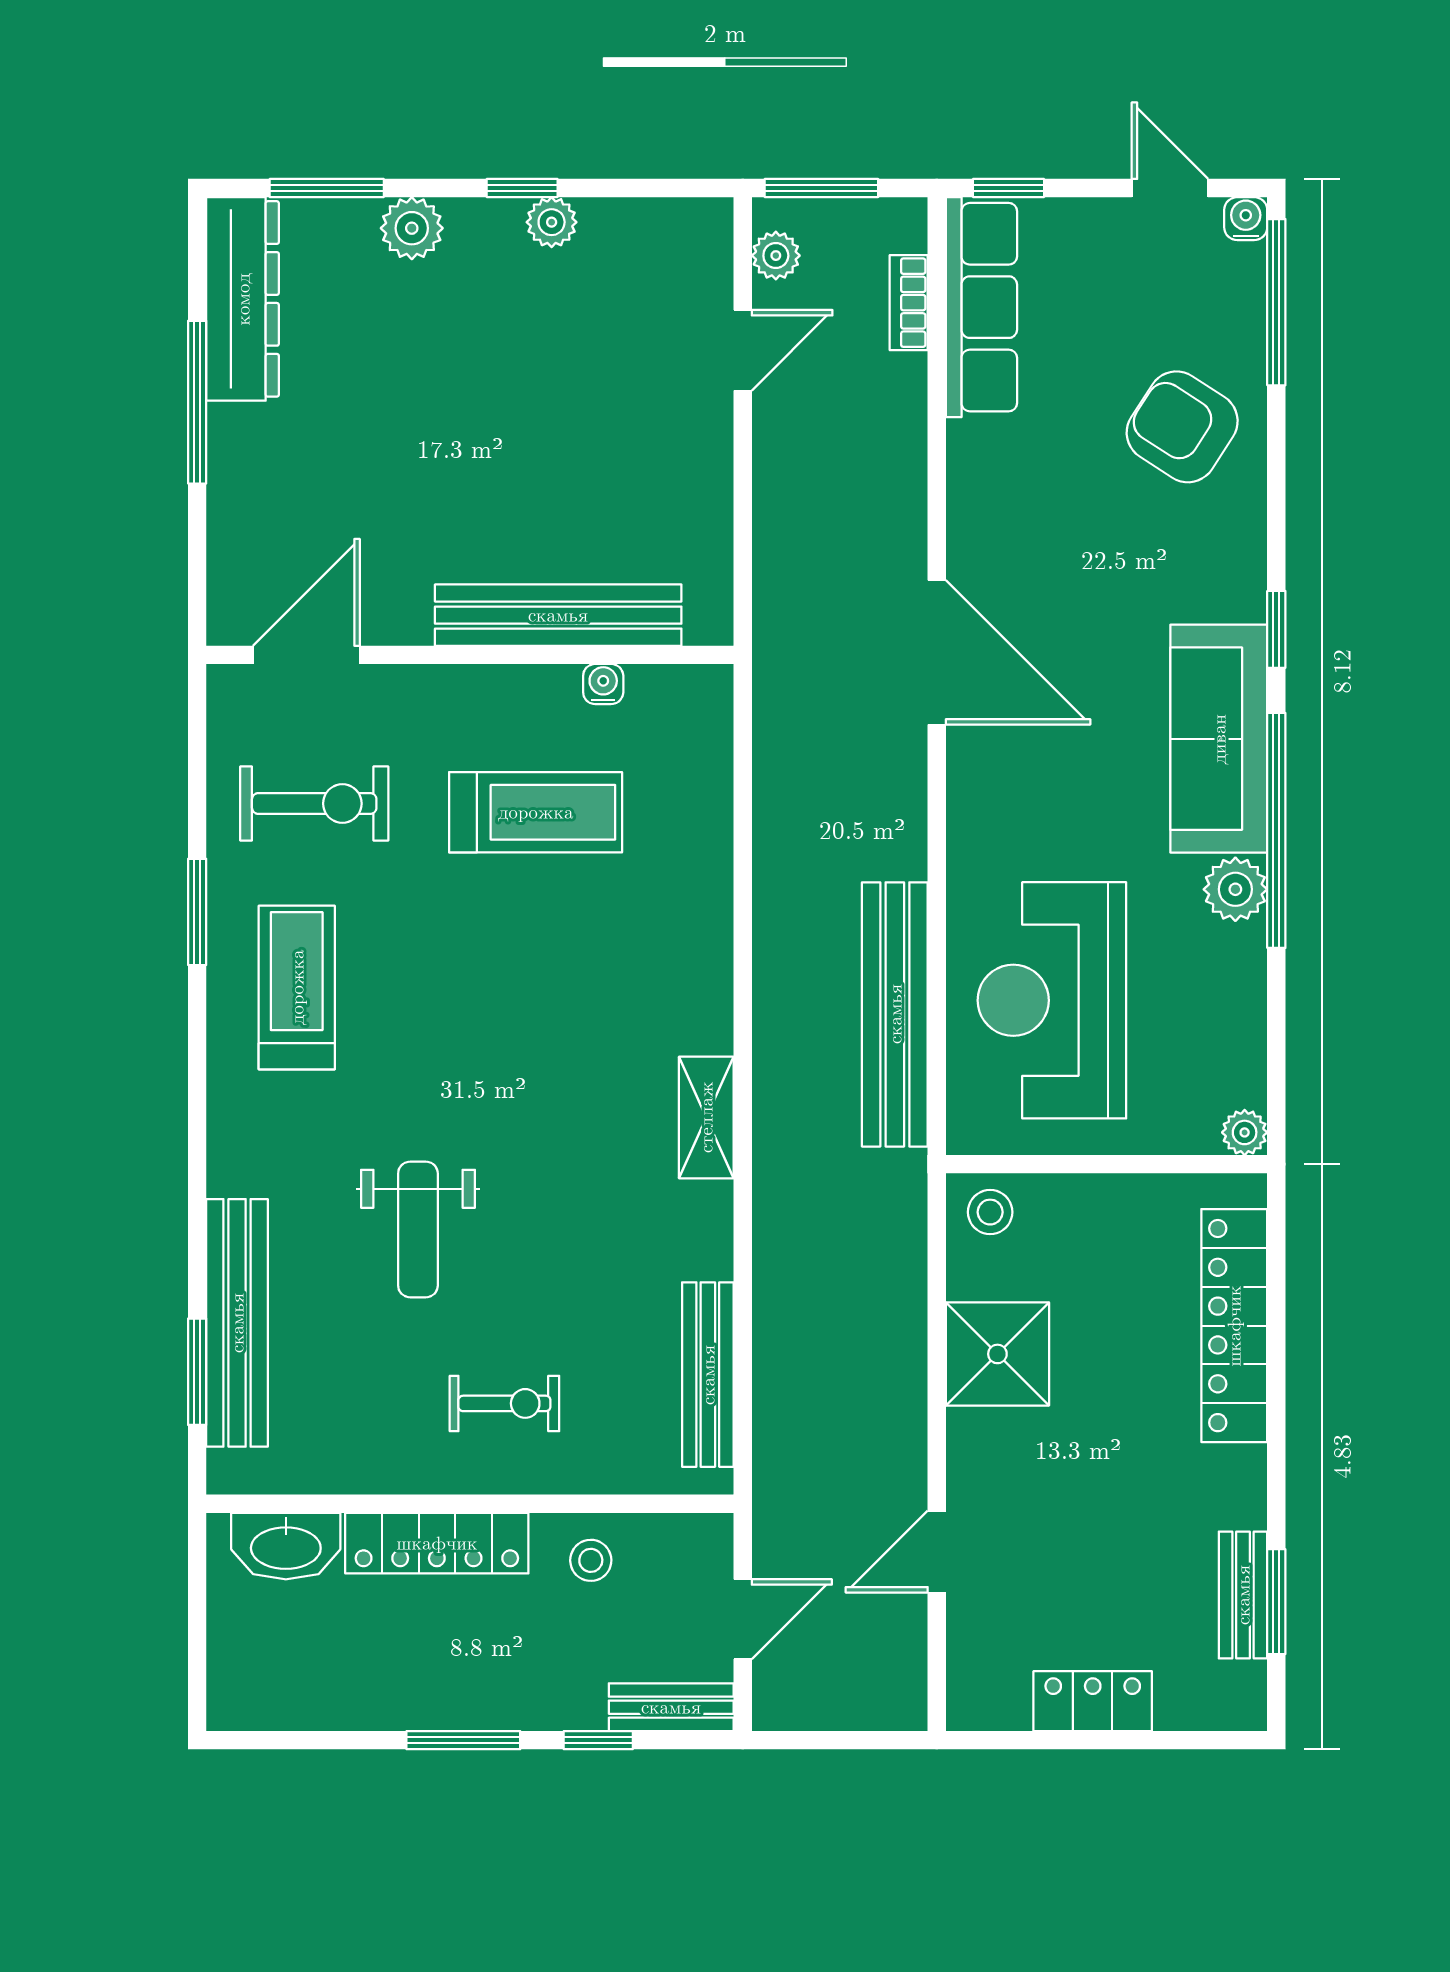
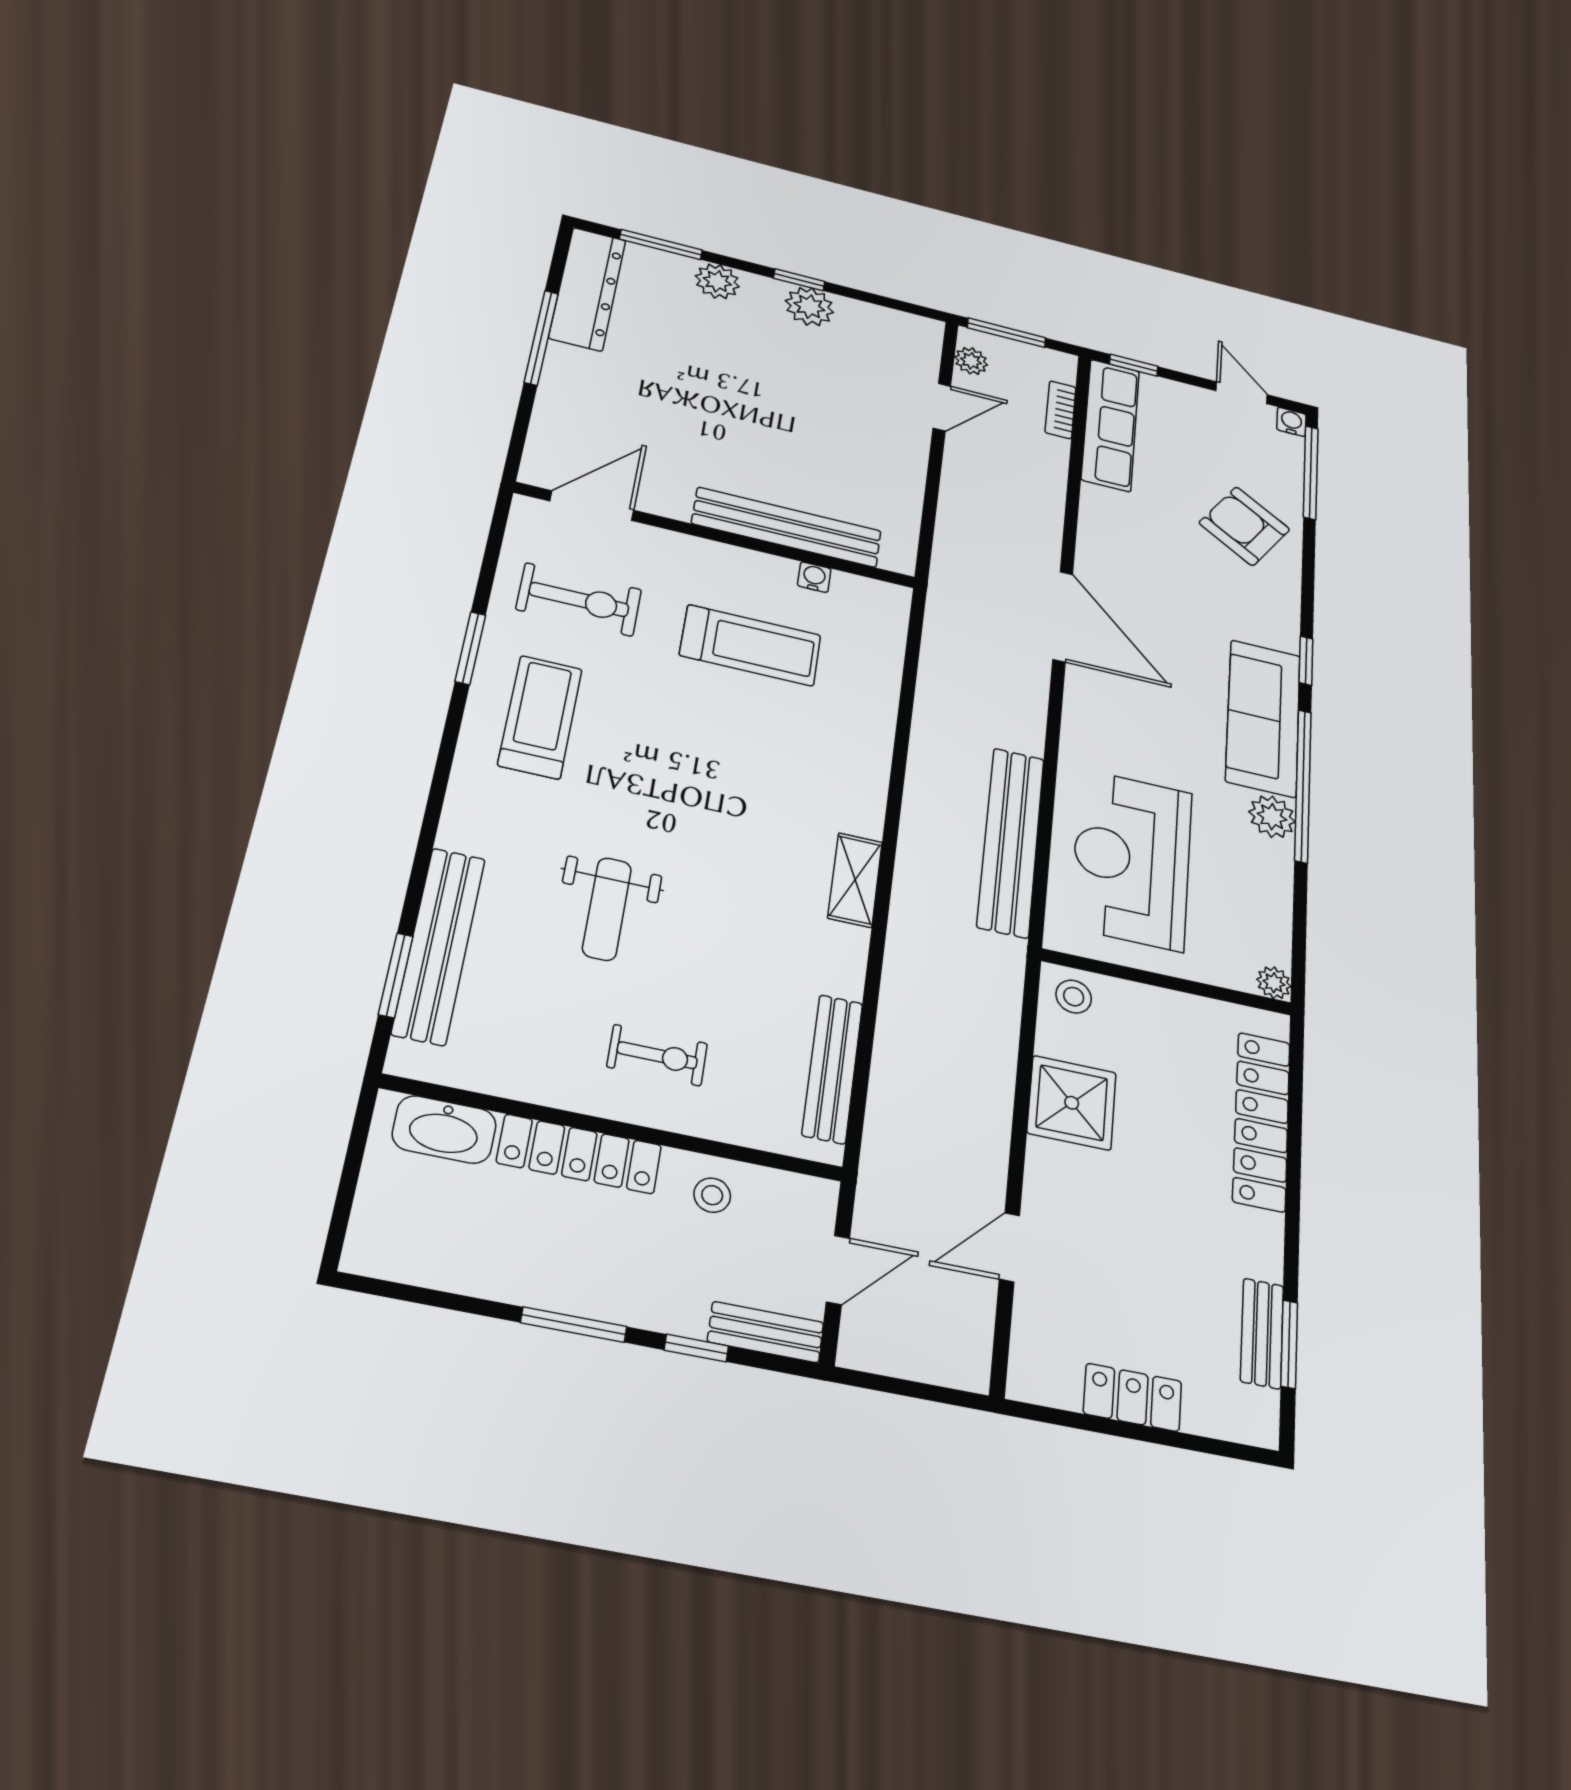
plant: (552, 222) -> (809, 307), width x1.38, depth x1.38

